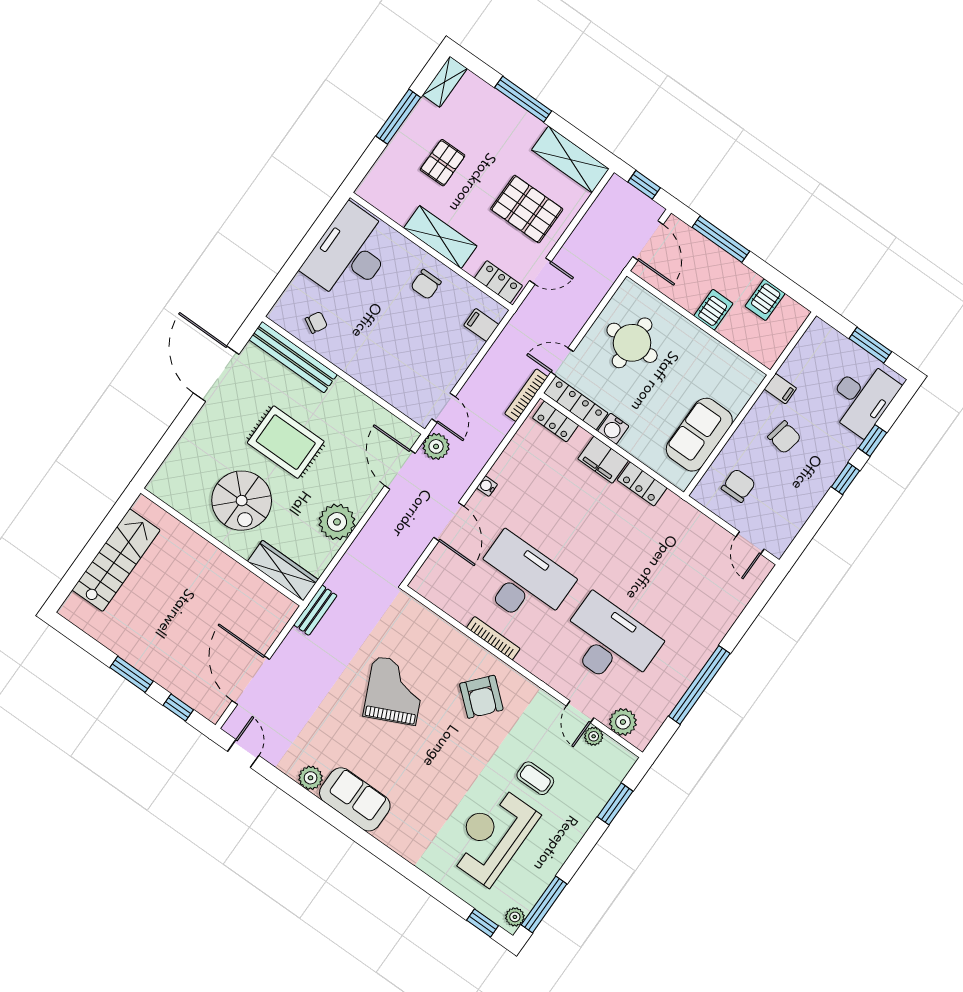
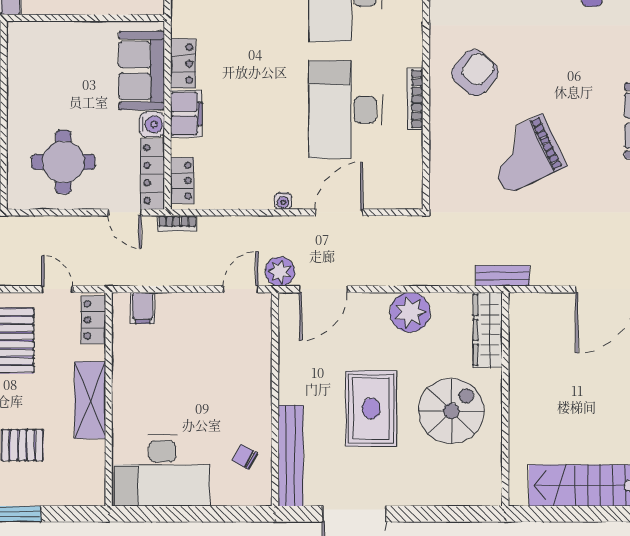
chair: (426, 284) -> (142, 383), removed
bookcase: (526, 395) -> (177, 223), width x0.64
sofa: (699, 435) -> (142, 70), moved, turned 90

